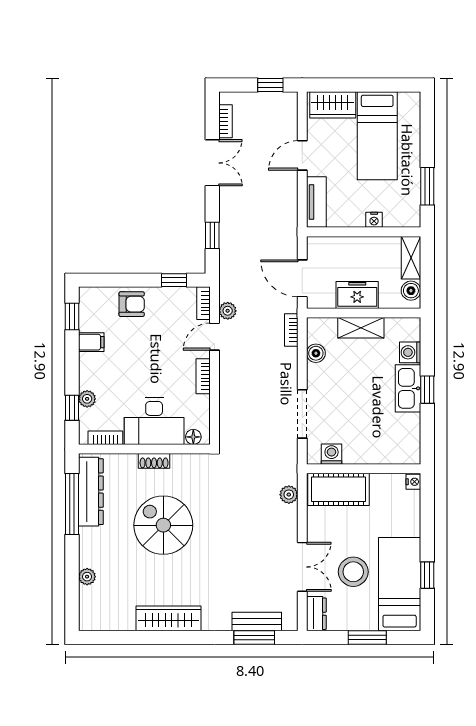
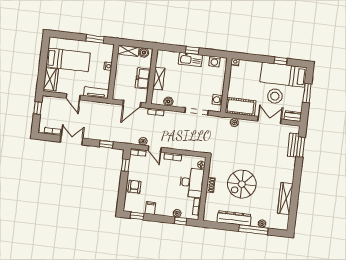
washing machine: (410, 352) -> (214, 61), moved
cot: (338, 489) -> (241, 107), moved, turned 90
dresser: (91, 492) -> (234, 218), moved
window: (72, 504) -> (253, 230), moved
wardrobe: (169, 618) -> (285, 199), moved

